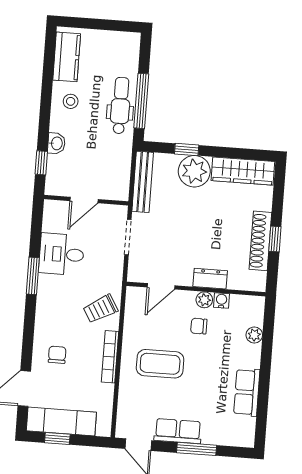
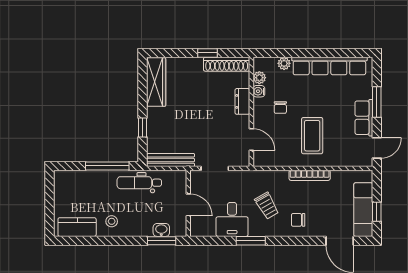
dental chair: (120, 106) -> (139, 183), moved
washbasin: (56, 143) -> (161, 230), moved
window: (41, 163) -> (162, 241), width x1.50
plant: (194, 171) -> (159, 120), removed
shoe rack: (260, 241) -> (227, 64), moved
plant: (204, 300) -> (259, 78), moved
trolley: (101, 309) -> (267, 206), moved
chair: (57, 355) -> (298, 220), moved
row of seats: (247, 392) -> (329, 66), width x2.02

